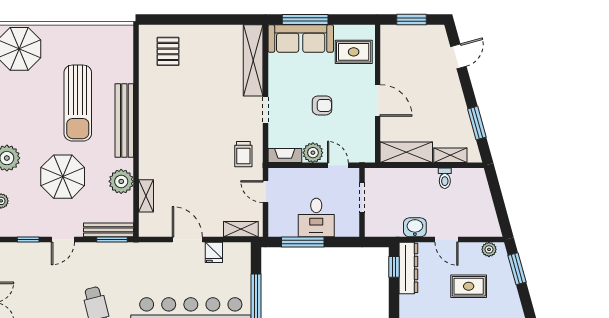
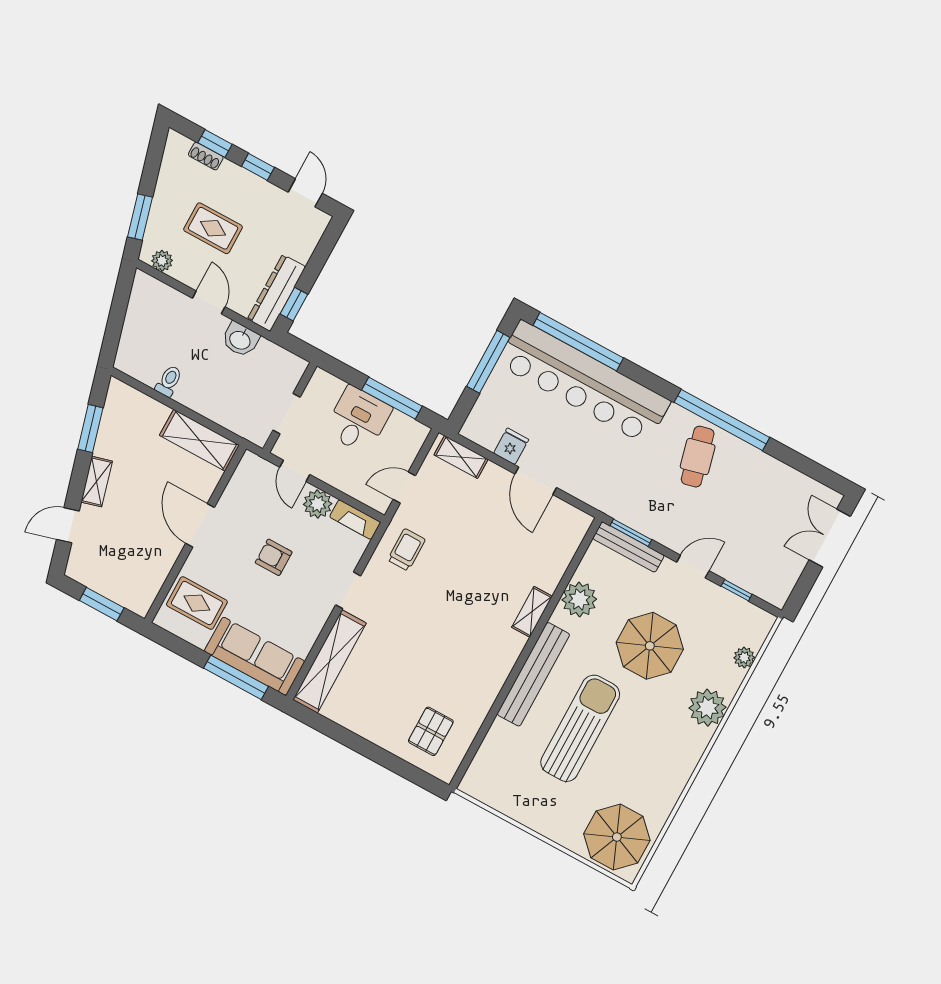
shelving: (450, 155) -> (97, 482), moved, turned 75
door: (265, 192) -> (404, 487), swing flipped
shelving: (146, 196) -> (532, 612), moved

